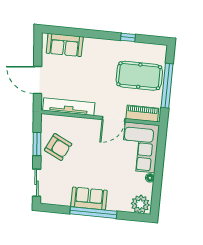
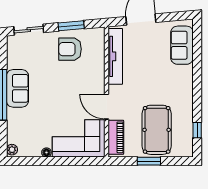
window: (128, 37) -> (197, 130), moved
window: (167, 86) -> (149, 161), width x0.47
armchair: (58, 147) -> (70, 49), turned 64
plant: (140, 204) -> (12, 150), width x0.53, depth x0.53

